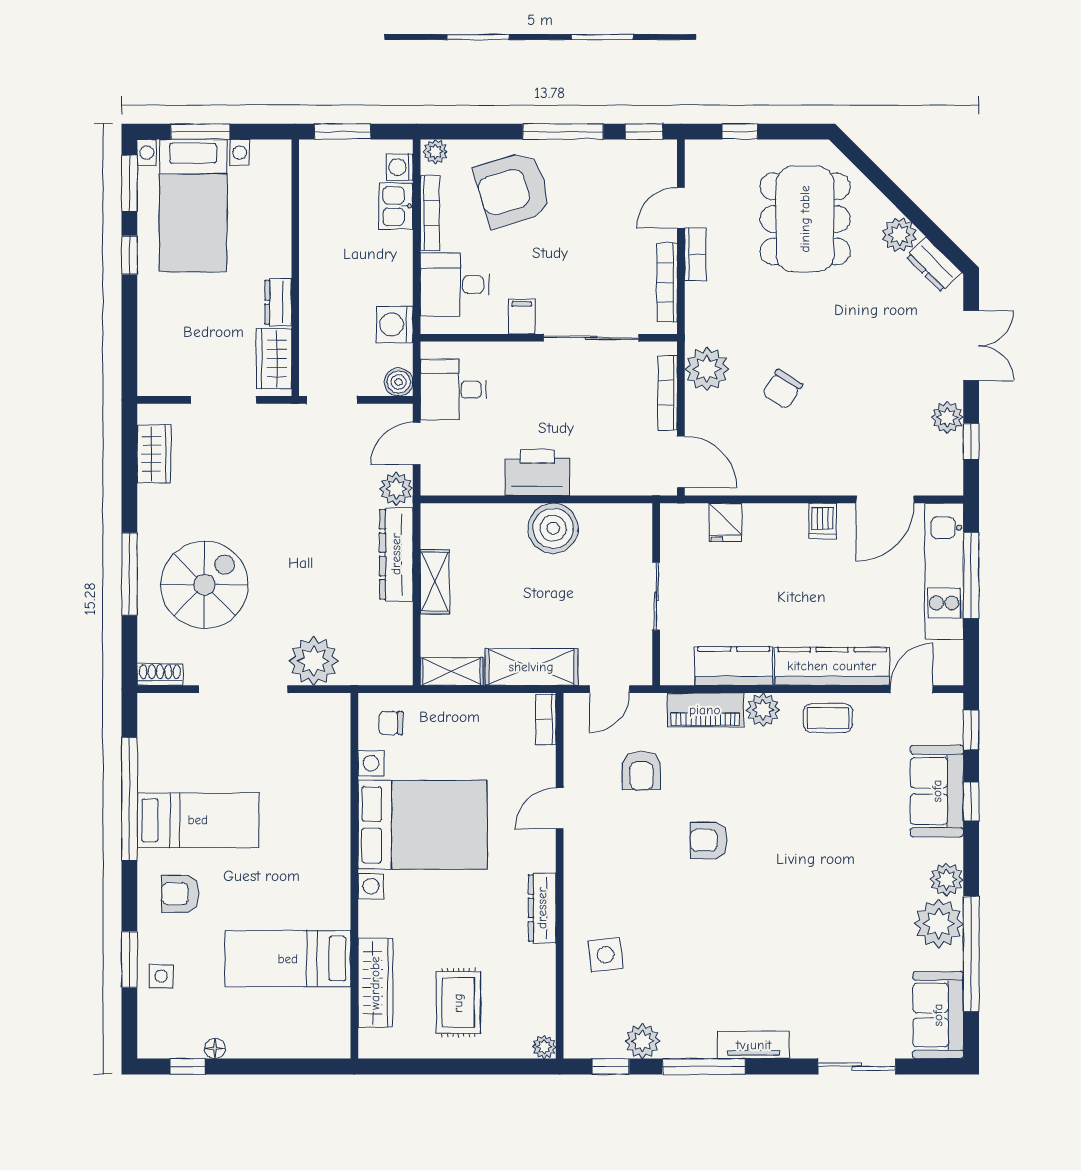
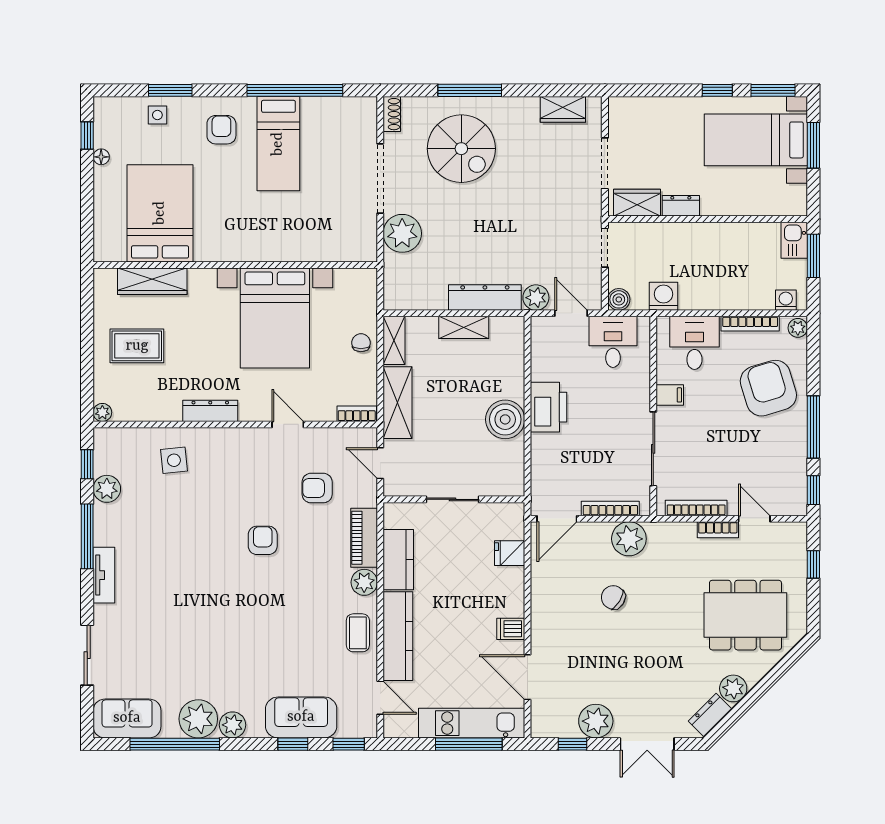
kitchen sink: (396, 206) -> (794, 240), moved, turned -90
plant: (947, 417) -> (596, 721), width x1.36, depth x1.36
chair: (391, 723) -> (361, 343), moved
bed: (288, 959) -> (160, 213), width x1.50

